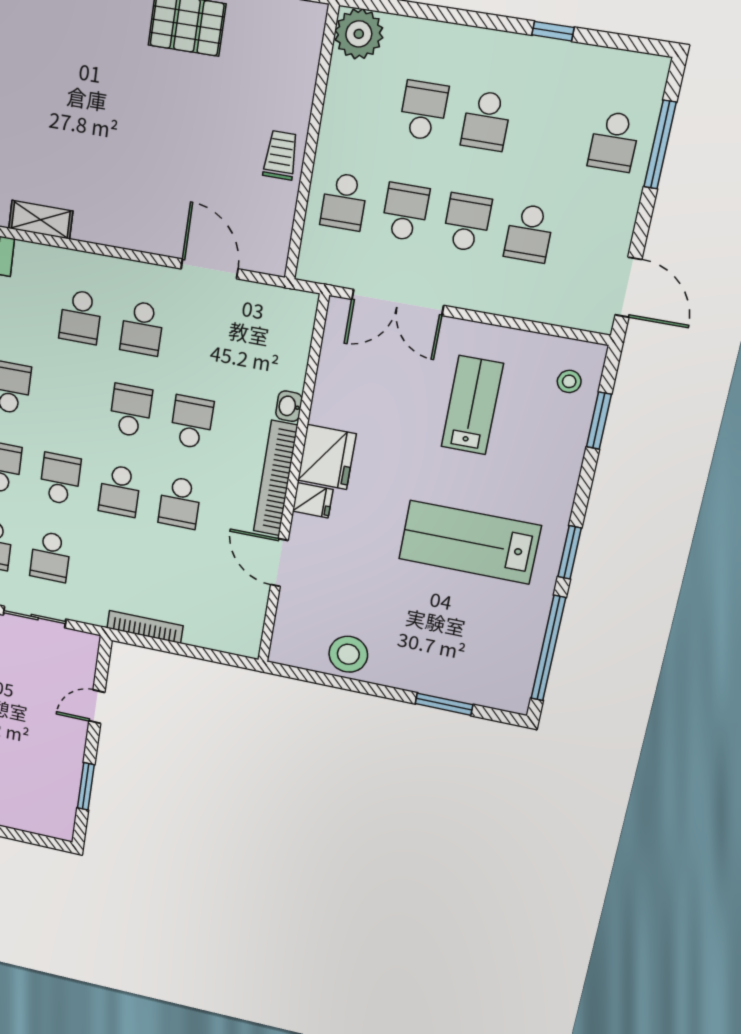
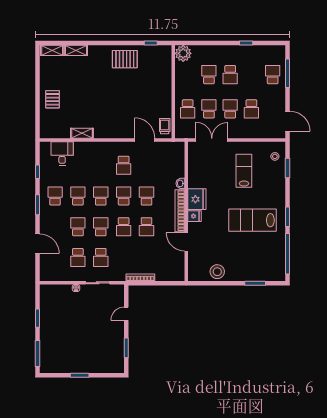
school desk: (614, 142) -> (273, 75), turned 180
trolley: (281, 155) -> (165, 126), moved
double door: (398, 302) -> (212, 140), swing flipped
school desk: (81, 317) -> (101, 196), moved, turned 180

